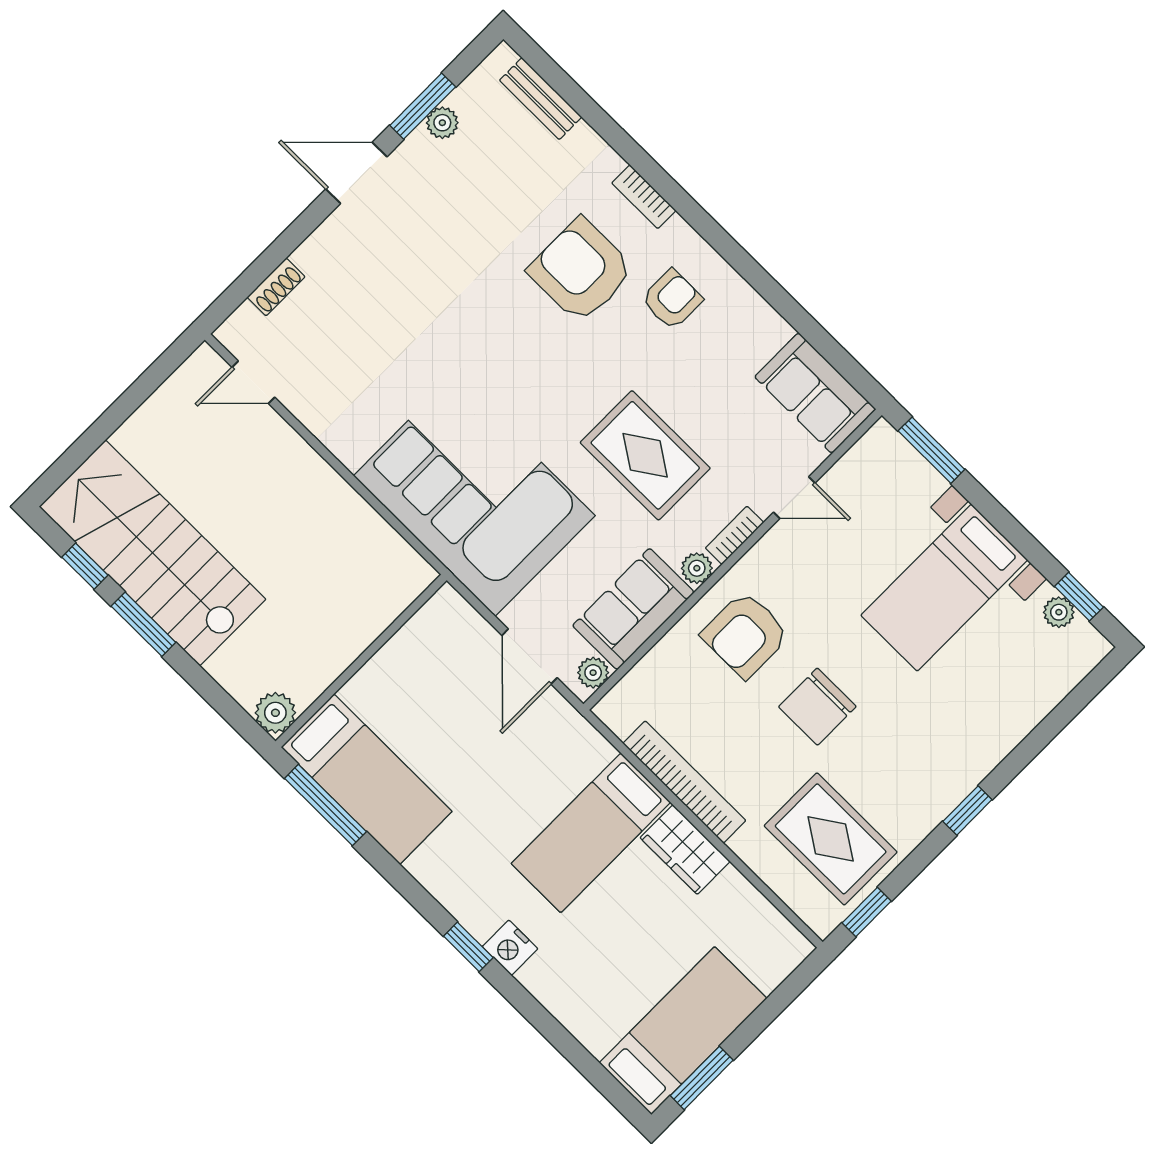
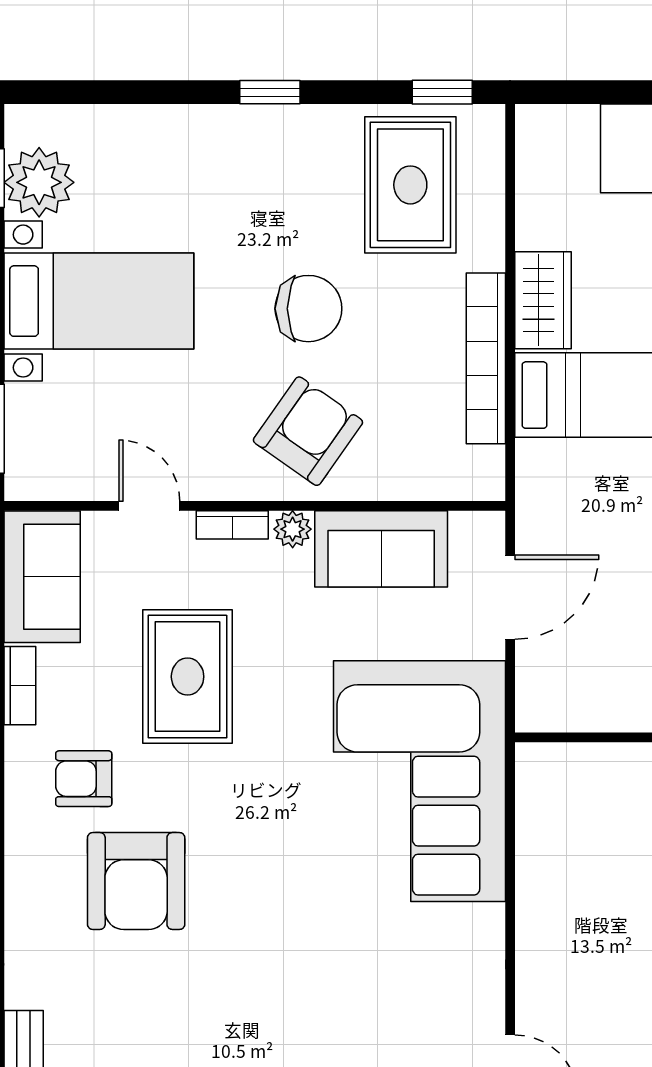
bookcase: (644, 197) -> (20, 686), moved
rug: (645, 455) -> (188, 677), moved
plant: (1059, 612) -> (39, 182), width x1.87, depth x1.87
armchair: (745, 635) -> (308, 431), turned -55
plant: (593, 673) -> (470, 529), removed

